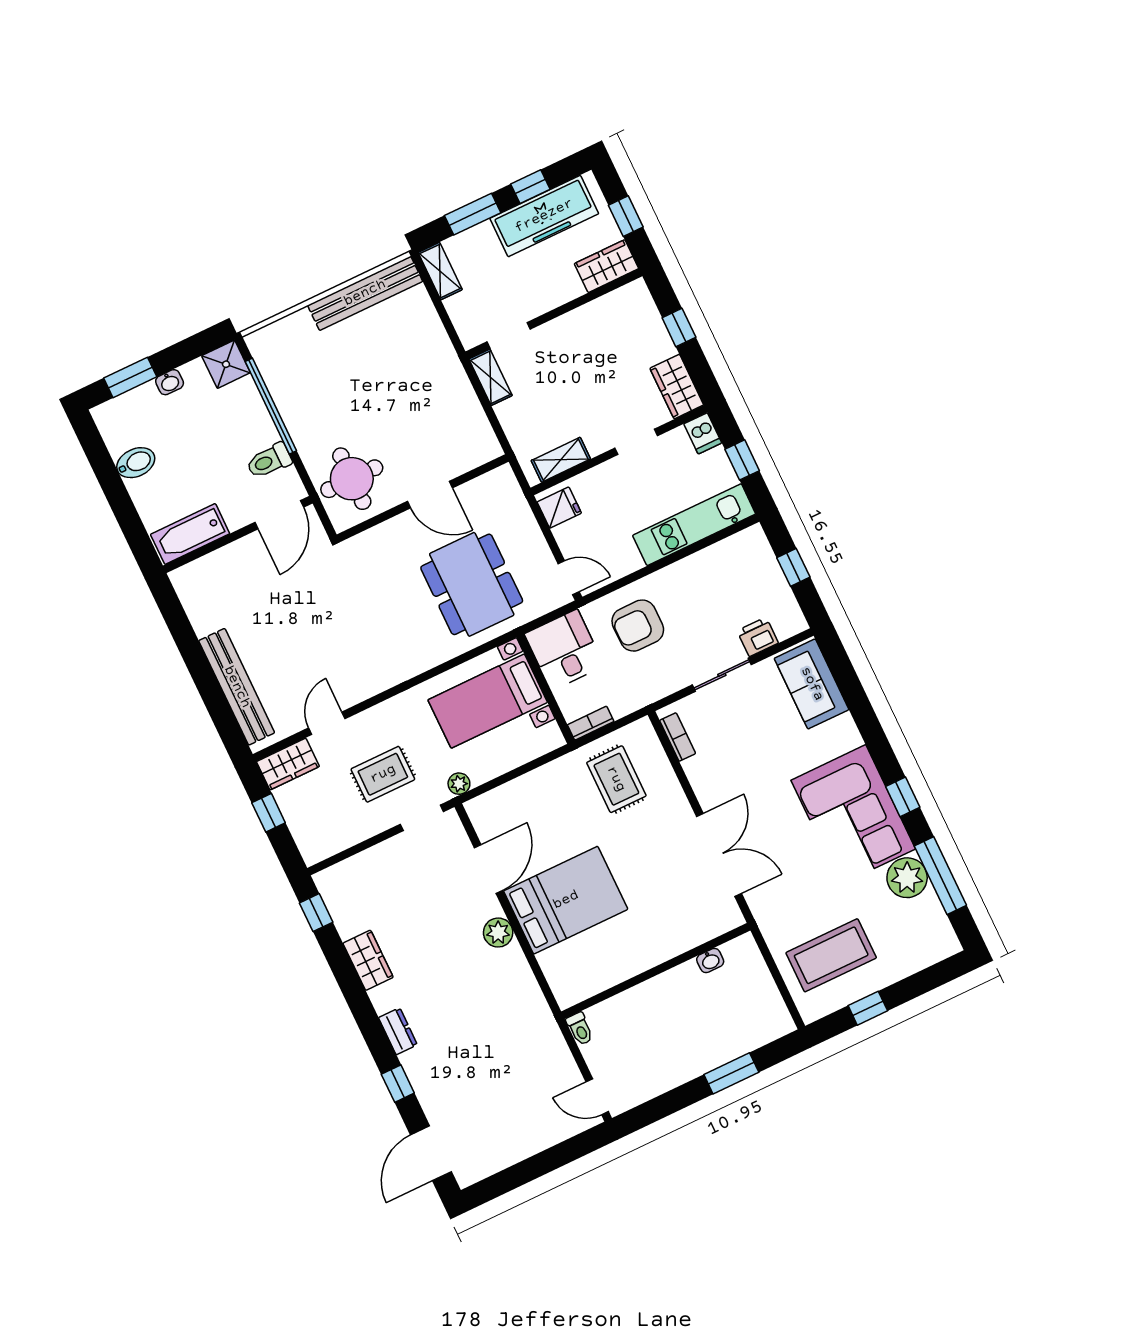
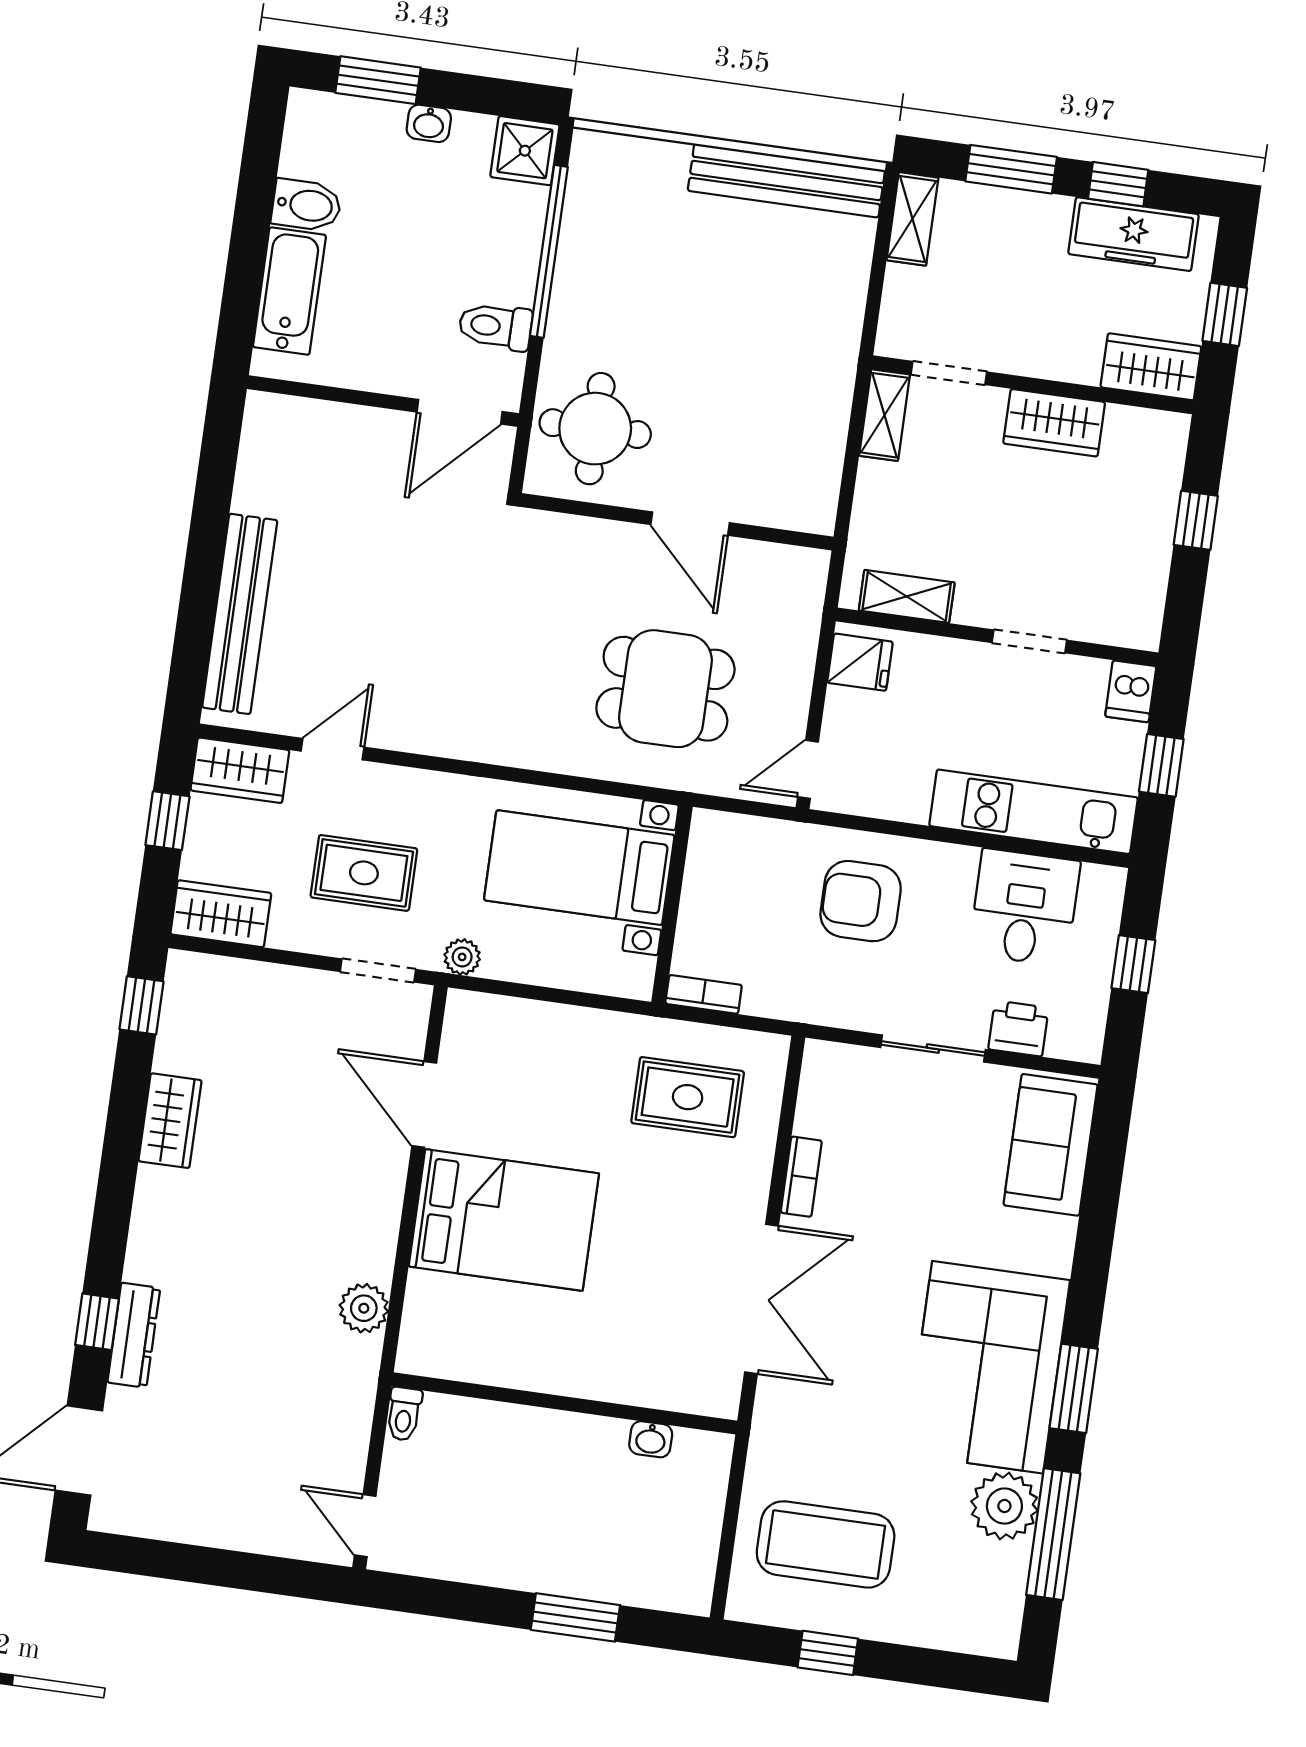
freezer: (544, 216) -> (1133, 234), width x0.73, depth x0.79
wardrobe: (677, 387) -> (1054, 423), moved, turned -90
bathtub: (190, 534) -> (289, 291), moved, turned 90
door: (569, 578) -> (808, 769), swing flipped
dining table: (472, 584) -> (665, 689), width x0.73
desk: (564, 650) -> (1024, 908), moved
bookcase: (678, 737) -> (801, 1177), moved
rug: (616, 779) -> (688, 1097), turned 90
window: (903, 797) -> (1074, 1388), width x1.50
wardrobe: (325, 841) -> (221, 914), added
door: (489, 869) -> (424, 1104), swing flipped
plant: (498, 933) -> (364, 1308), moved
dresser: (398, 1031) -> (134, 1335), moved, width x1.44

